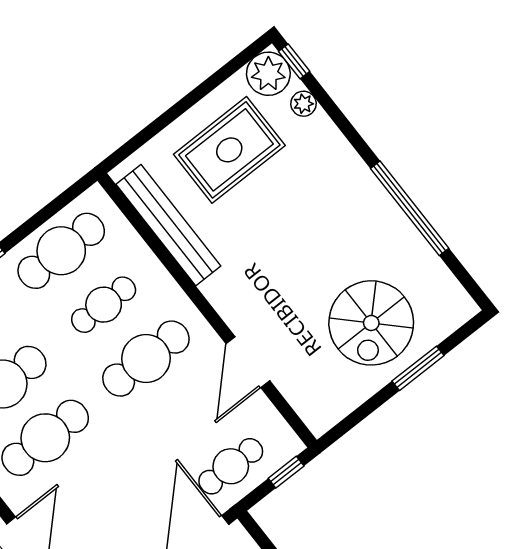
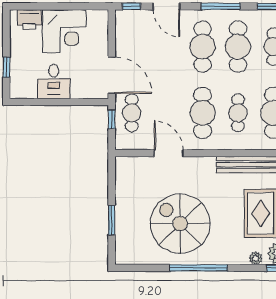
window: (410, 208) -> (199, 268), moved
spiral stairs: (371, 323) -> (180, 224), moved, width x1.37, depth x1.37
window: (286, 472) -> (112, 119), moved

